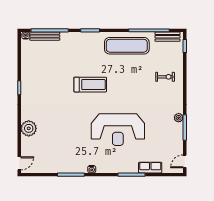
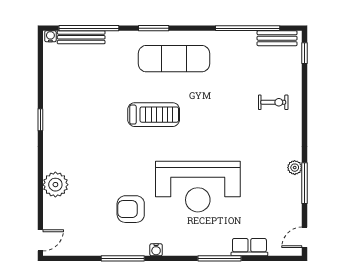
exercise mat: (127, 46) -> (174, 59), moved
armchair: (76, 144) -> (131, 209), added

